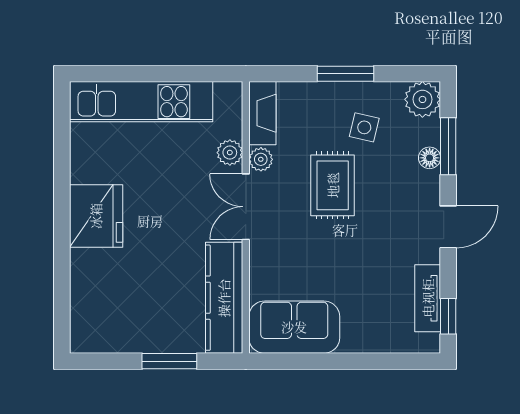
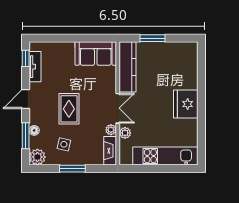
rug: (333, 185) -> (69, 109), moved

